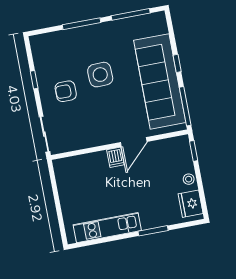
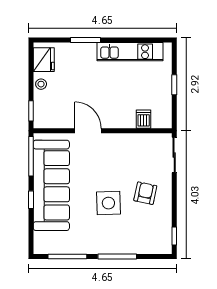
window: (34, 80) -> (174, 236), moved
armchair: (66, 91) -> (145, 193), turned -78
door: (134, 142) -> (88, 131), hinge flipped
dishwasher: (115, 157) -> (144, 119), moved
window: (58, 203) -> (174, 85), added

